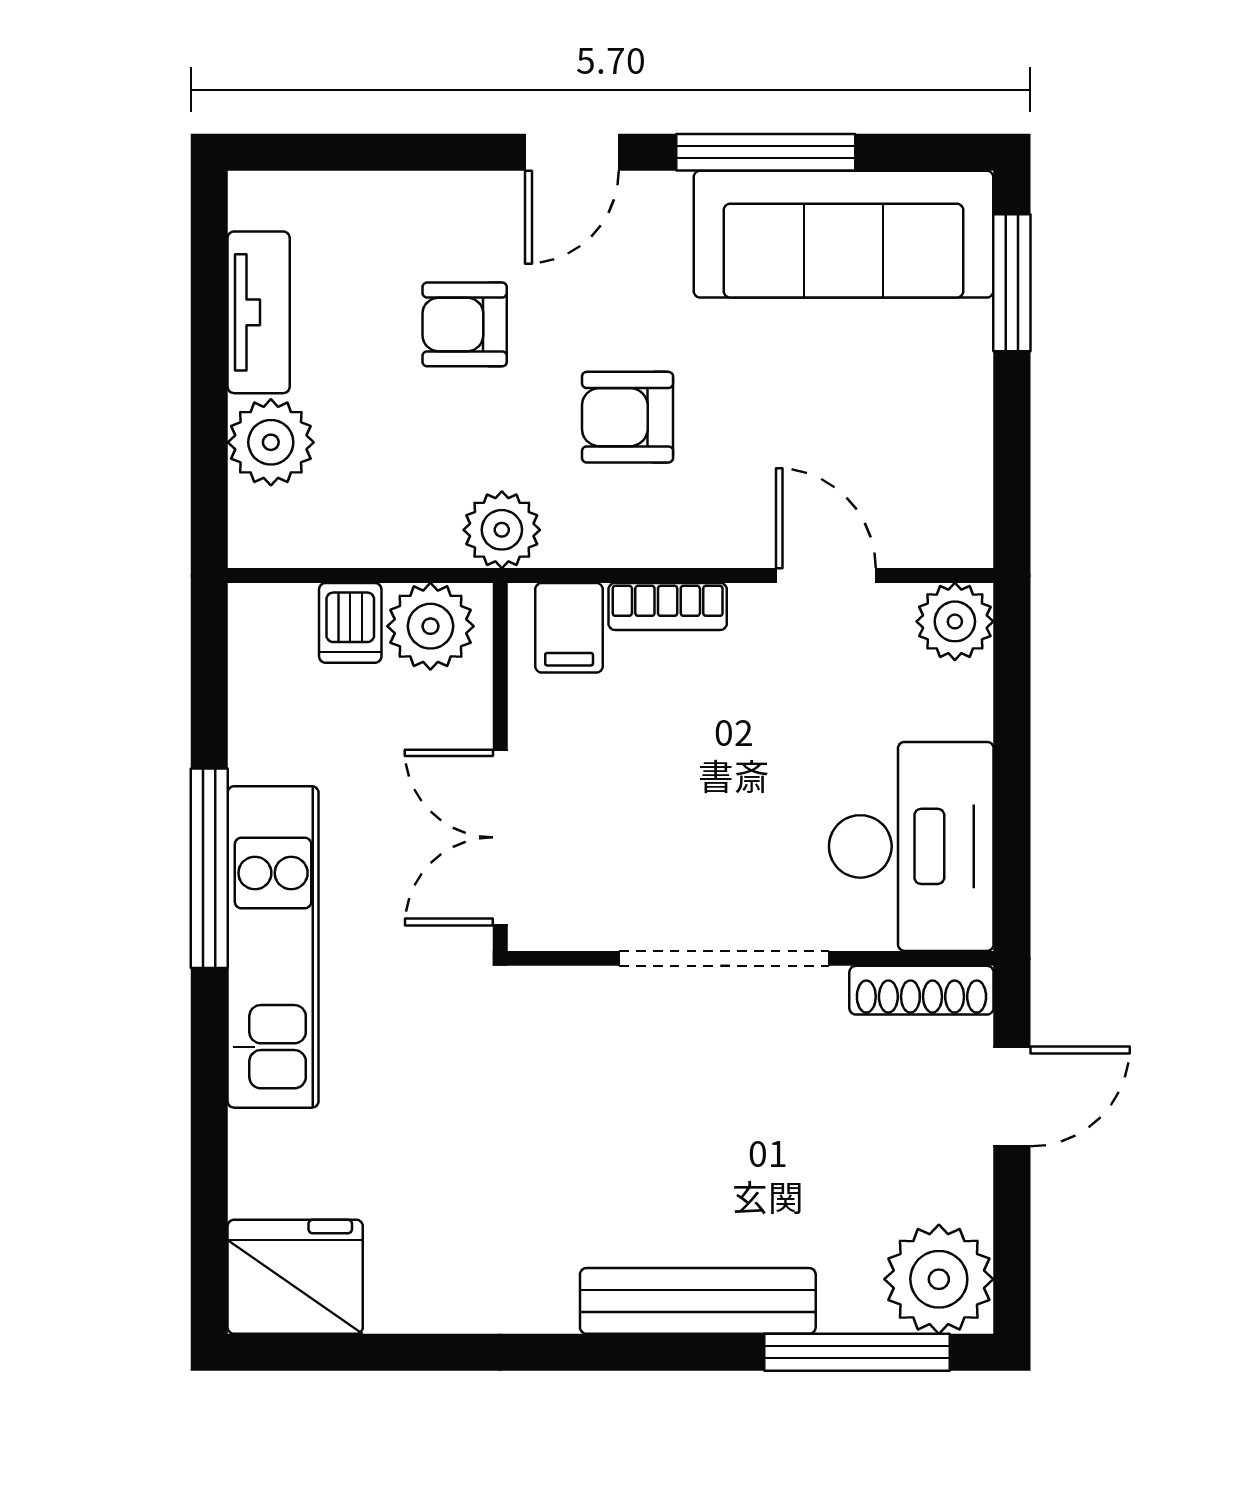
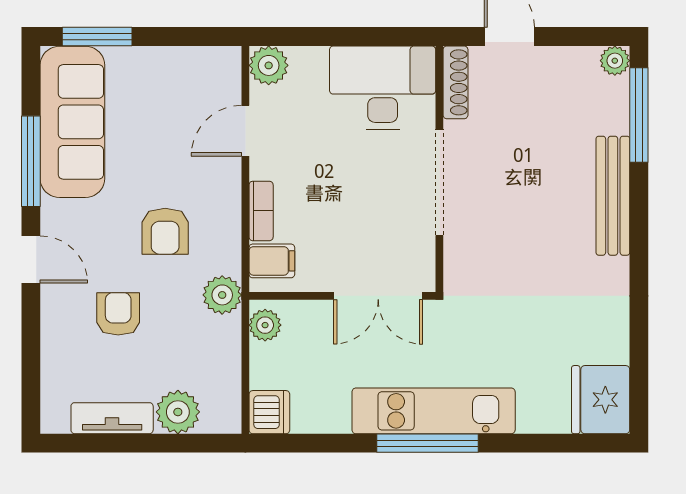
armchair: (465, 324) -> (118, 314), turned 180
dishwasher: (350, 623) -> (269, 412), moved, width x1.38
plant: (430, 626) -> (265, 325), width x0.73, depth x0.73
window: (209, 868) -> (428, 443), moved
plant: (939, 1279) -> (615, 61), width x0.53, depth x0.53

